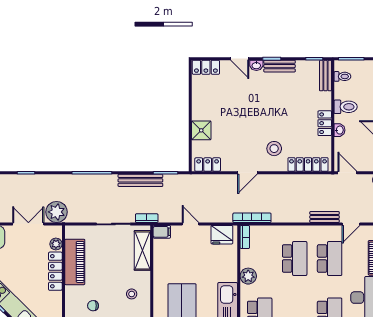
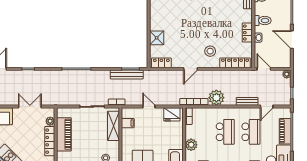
bench: (140, 180) -> (127, 74), moved
plant: (57, 212) -> (216, 98), moved
filing cabinet: (162, 232) -> (128, 123), moved

